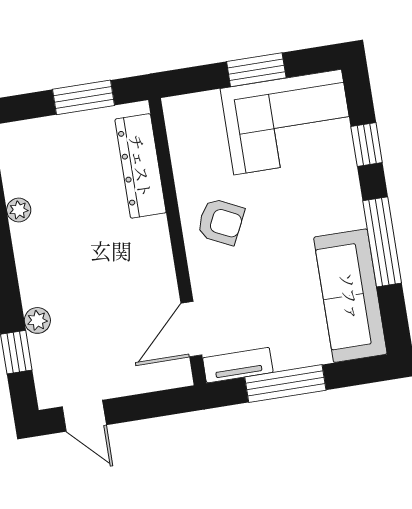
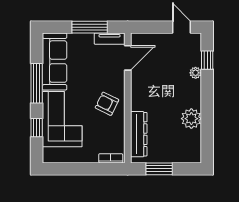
window: (256, 70) -> (80, 169), removed
bookcase: (193, 103) -> (111, 158), added
corner sofa: (288, 122) -> (62, 119), moved, turned 90
plant: (19, 210) -> (191, 119), width x1.87, depth x1.87

